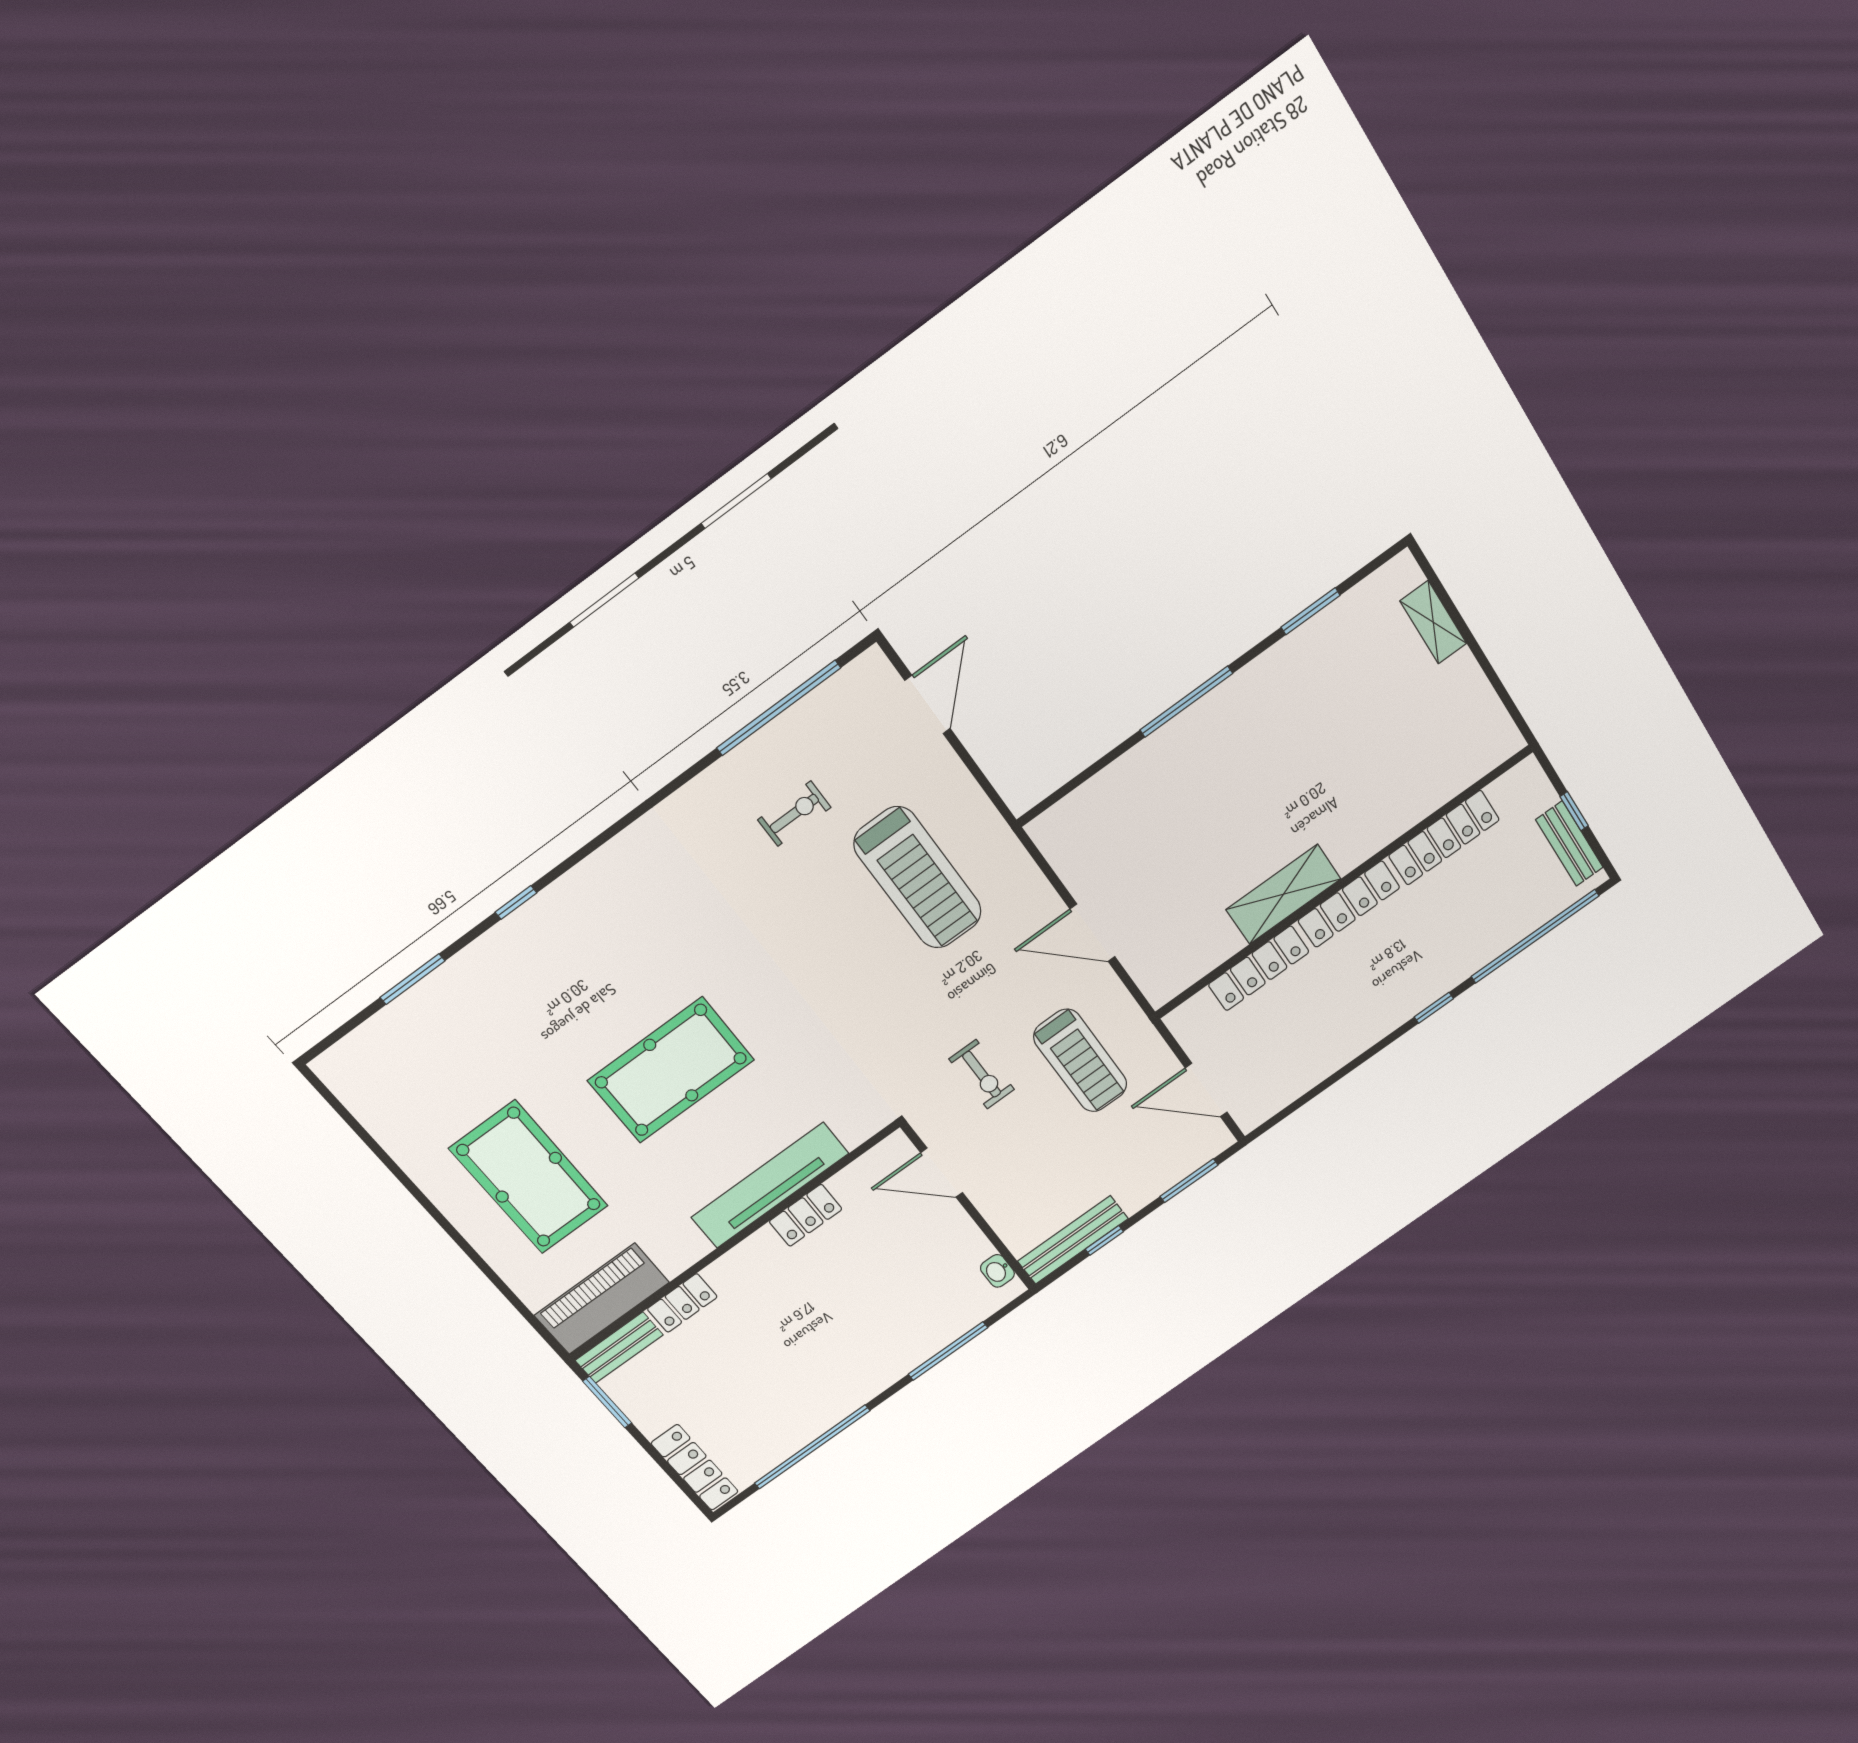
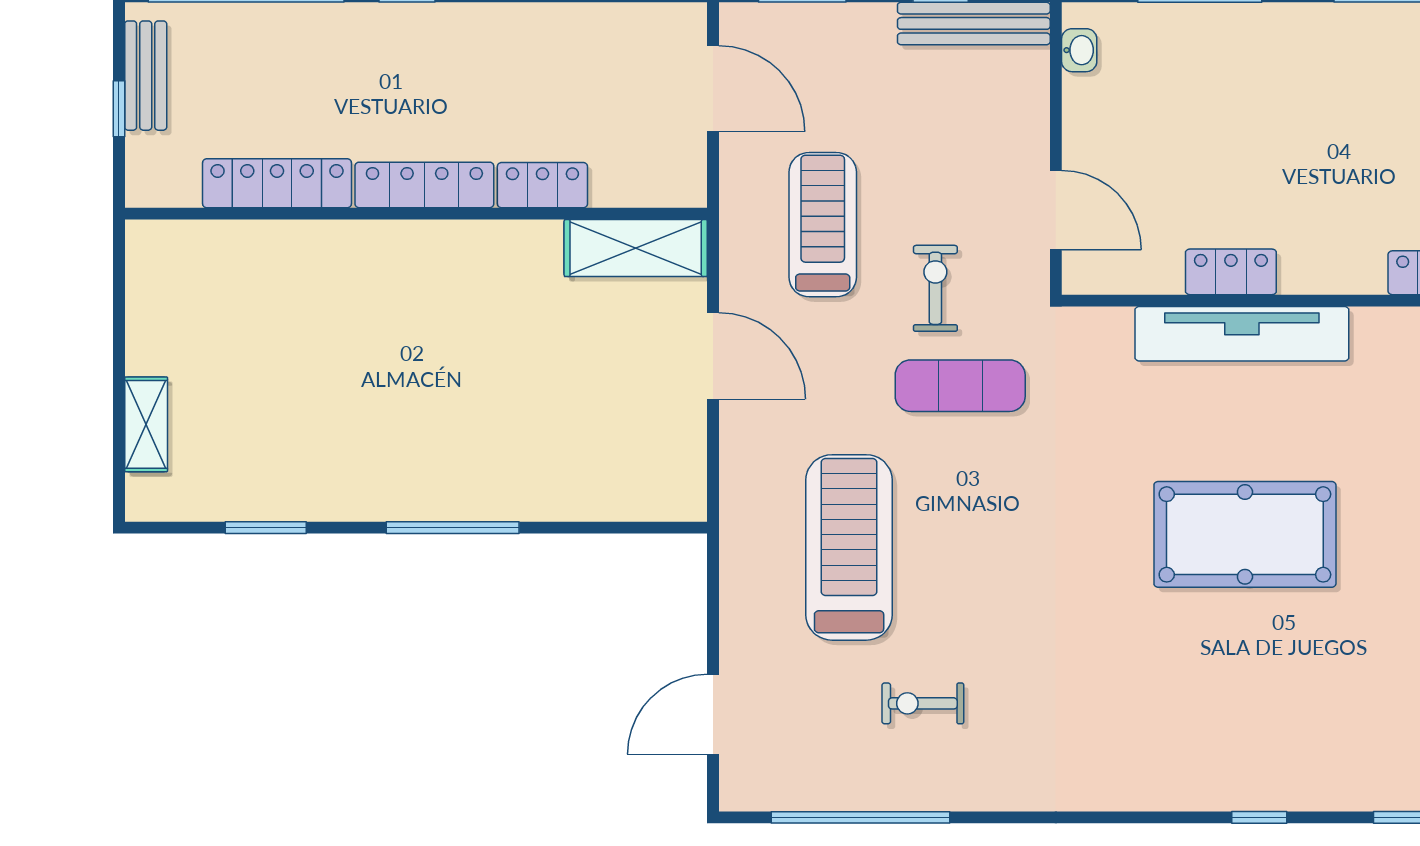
shelving: (1283, 894) -> (636, 248), moved
locker: (1259, 968) -> (542, 185), width x0.66
exercise mat: (922, 1028) -> (960, 386), added

